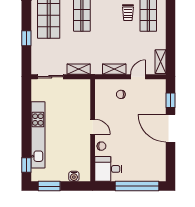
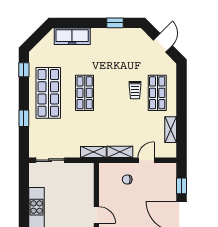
shelving: (161, 62) -> (171, 130), moved
shelving: (79, 69) -> (93, 152), moved

